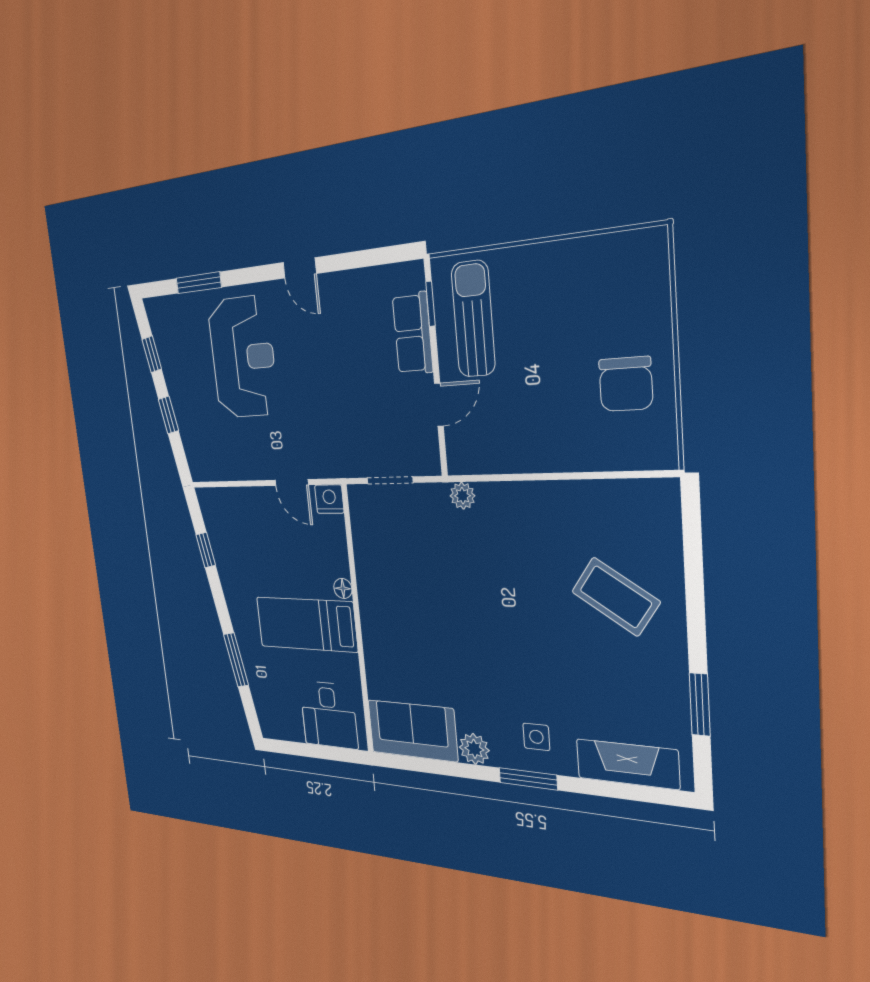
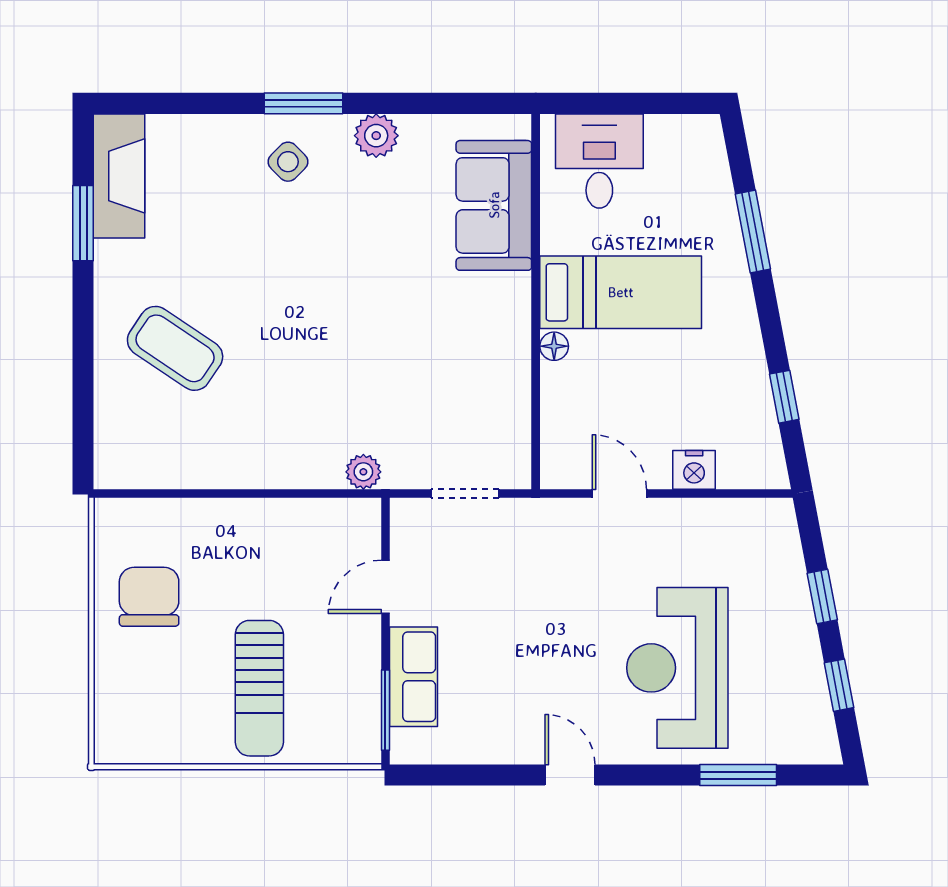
window: (430, 304) -> (385, 710), width x1.50
sun lounger: (473, 319) -> (259, 688), moved
nightstand: (329, 499) -> (694, 470), moved
sofa: (412, 731) -> (494, 205), moved, turned 90
side table: (536, 737) -> (288, 162), turned 45
fireplace: (627, 764) -> (119, 176), moved, turned -90

